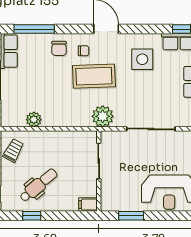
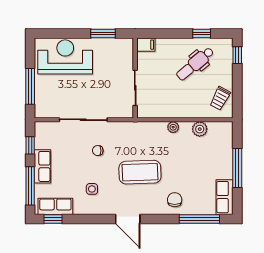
chair: (84, 51) -> (98, 151), moved
side table: (142, 59) -> (92, 189), width x0.54, depth x0.54
plant: (103, 116) -> (173, 127), moved, width x0.53, depth x0.53

